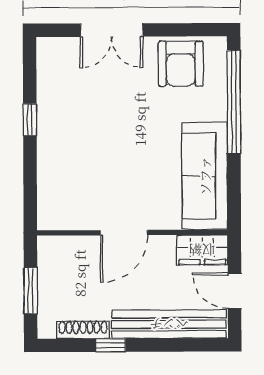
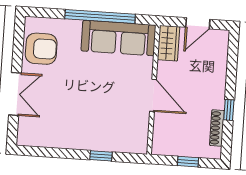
window: (234, 102) -> (100, 17), moved
window: (30, 120) -> (101, 156), moved
window: (31, 291) -> (188, 162), width x0.67
bench: (169, 324) -> (217, 69), removed

